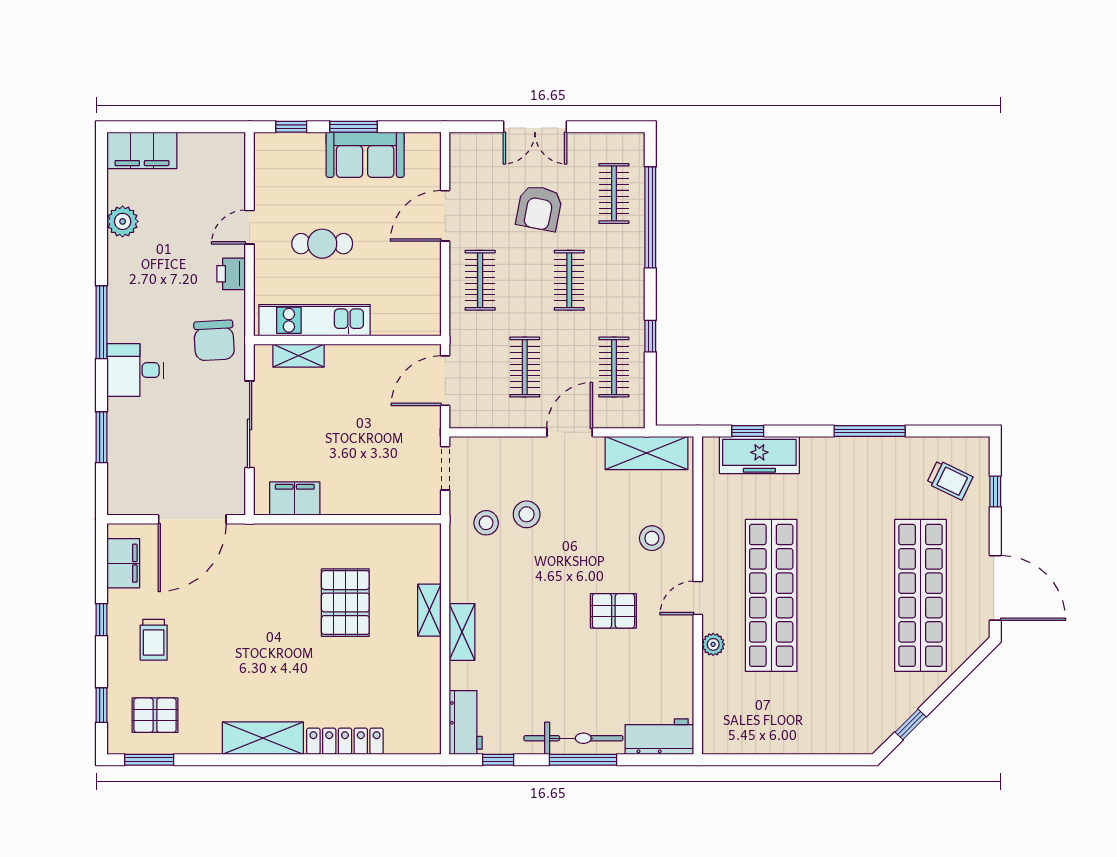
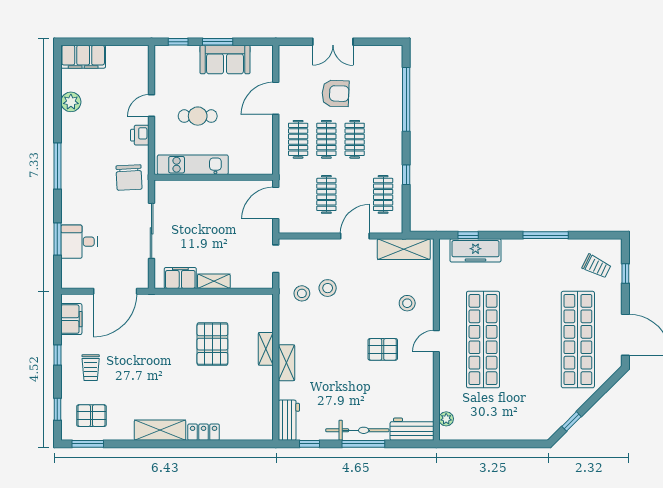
clothes rail: (614, 193) -> (326, 139), moved
armchair: (539, 208) -> (336, 93), turned -99
shelving: (299, 356) -> (214, 281), moved
desk: (135, 370) -> (79, 242), moved
plant: (713, 644) -> (446, 419), moved
locker: (345, 741) -> (204, 432), width x0.66

